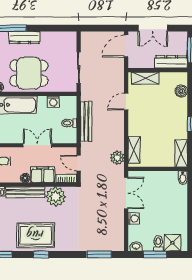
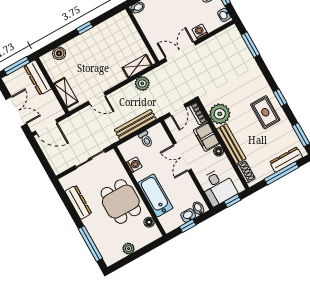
dresser: (24, 37) -> (78, 202), moved
shelving: (181, 153) -> (116, 21), removed
plant: (117, 158) -> (142, 84), moved
rug: (36, 235) -> (265, 112), width x0.73, depth x0.70

